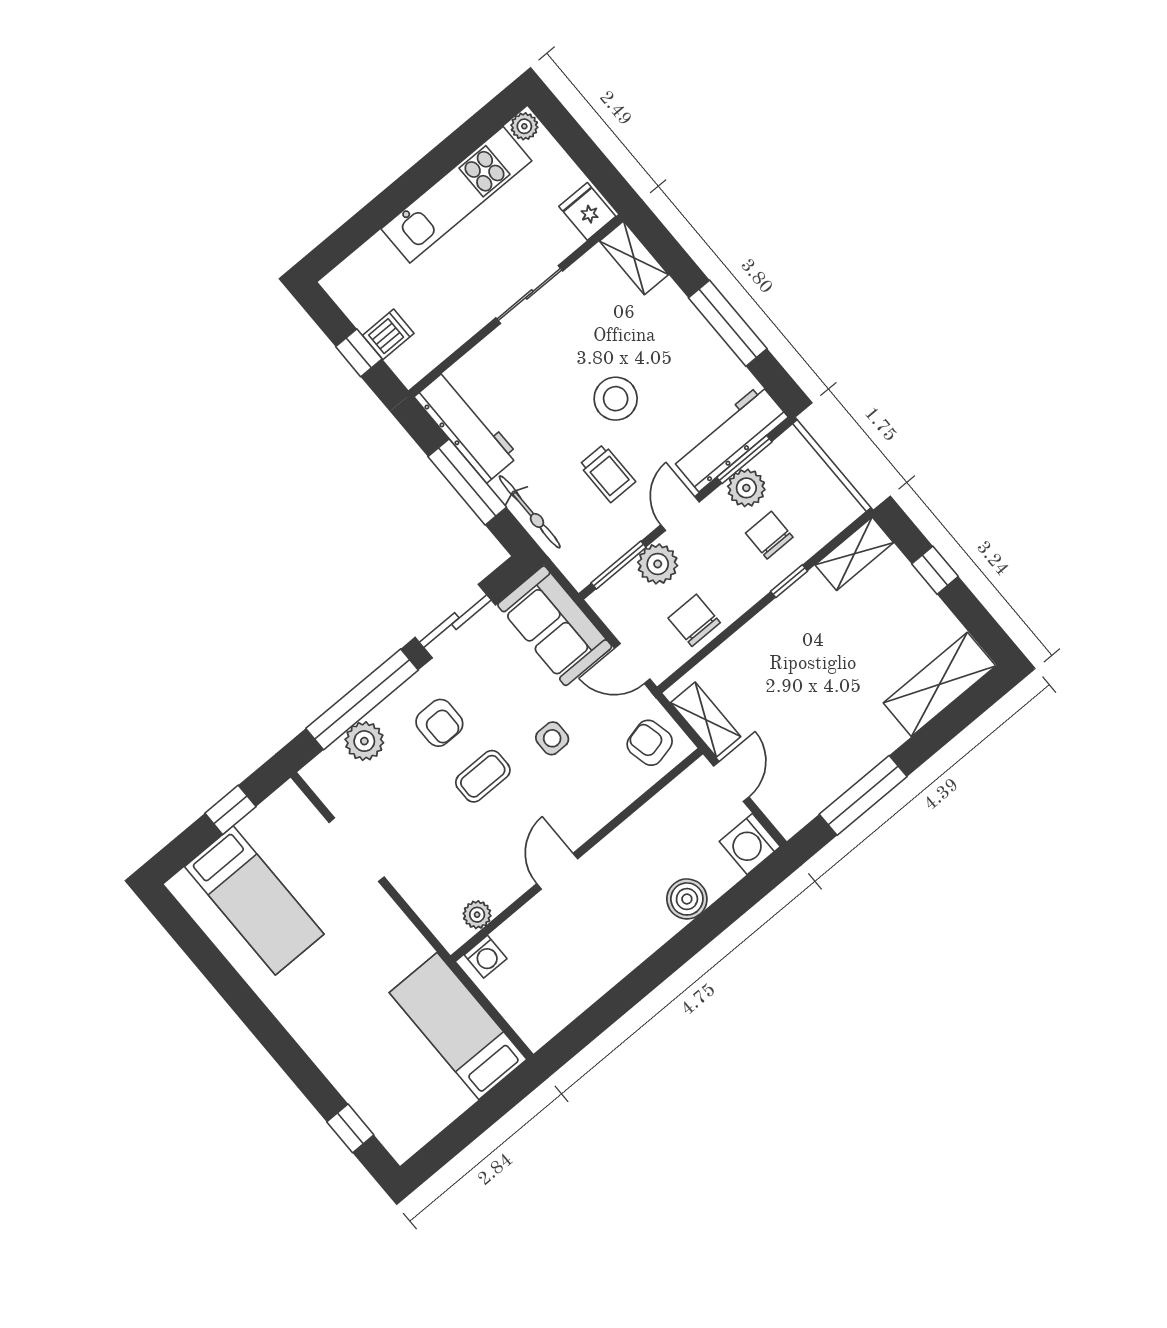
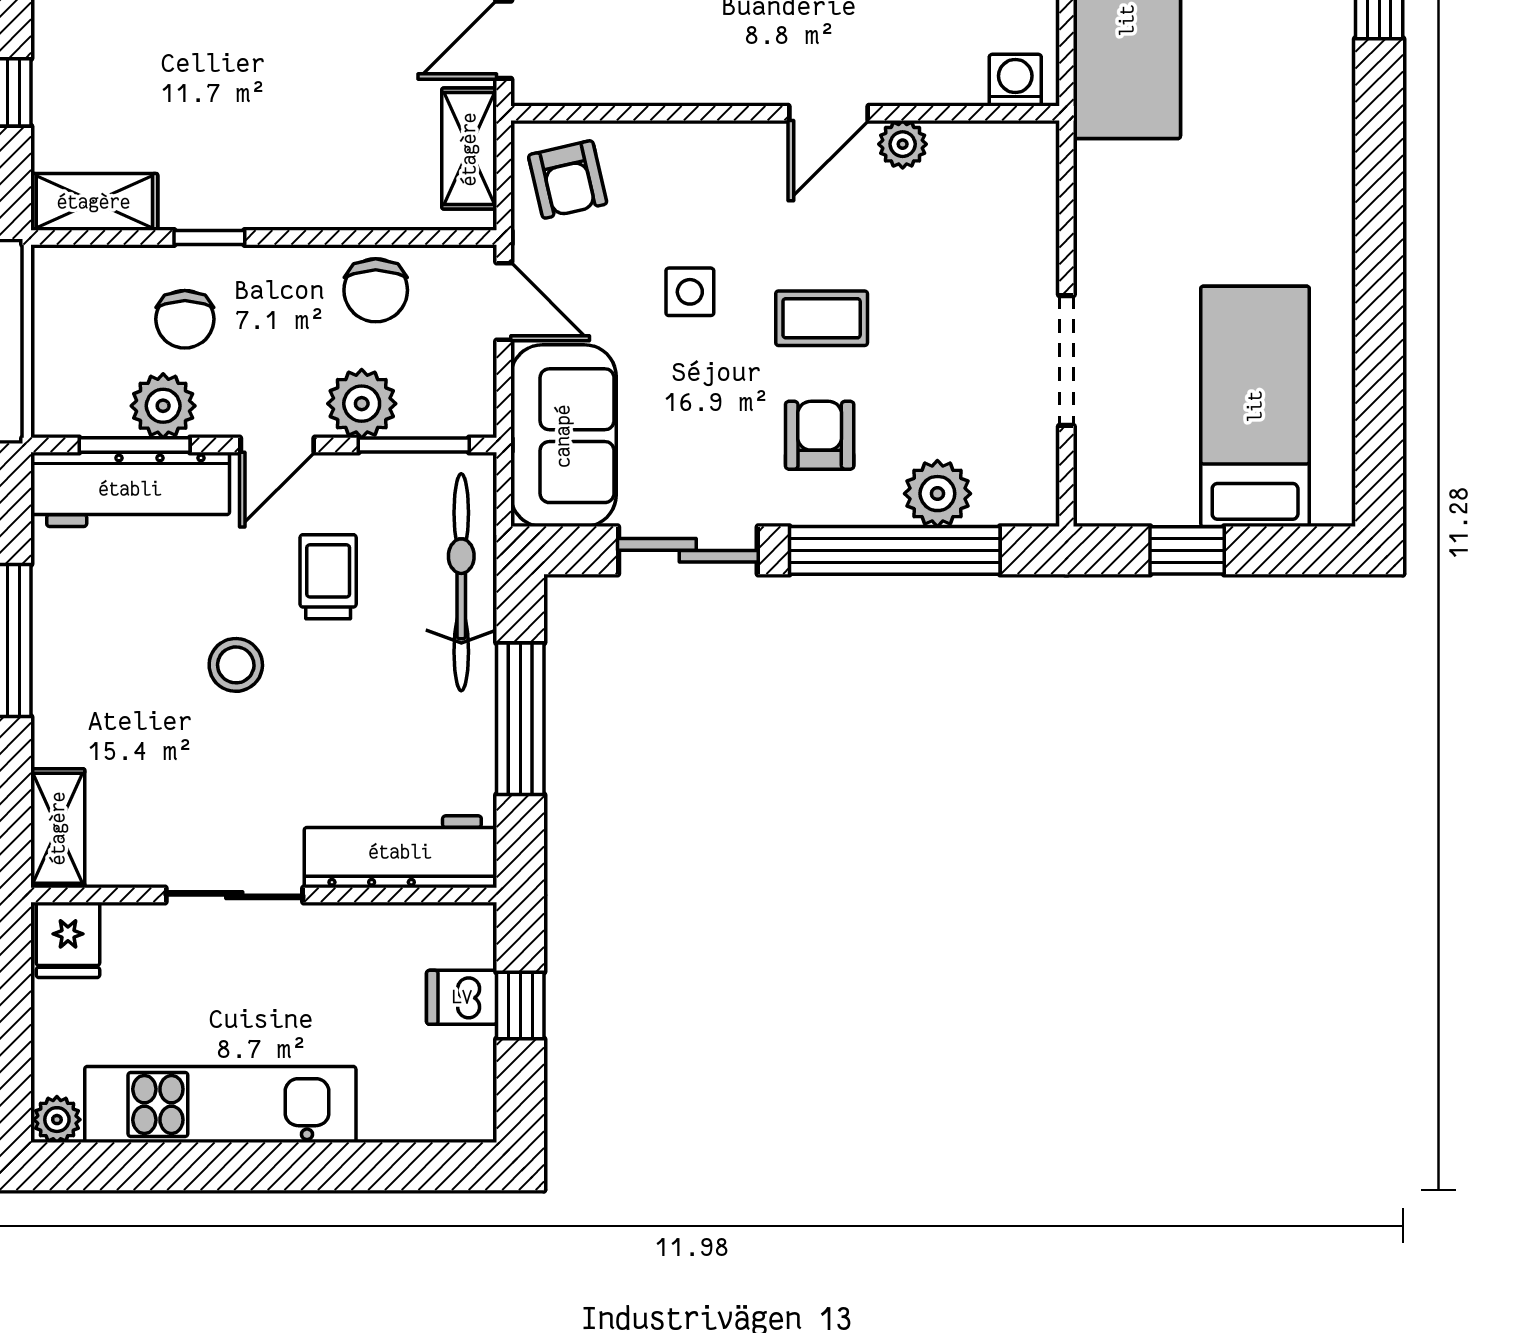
stool: (616, 399) -> (236, 665), width x0.73, depth x0.73
workbench: (466, 426) -> (400, 852), moved, turned 90
bicycle: (530, 512) -> (461, 582), width x1.37, depth x1.40
plant: (477, 915) -> (903, 144), moved

